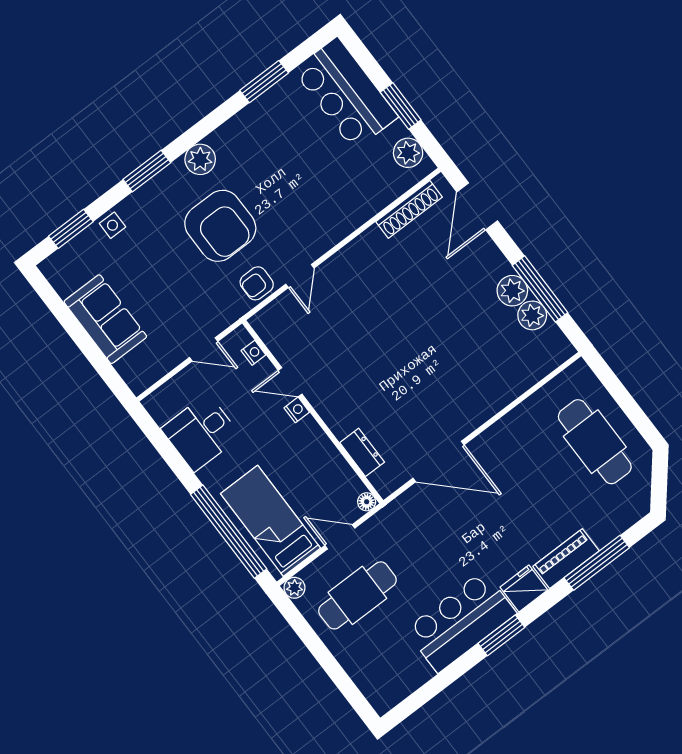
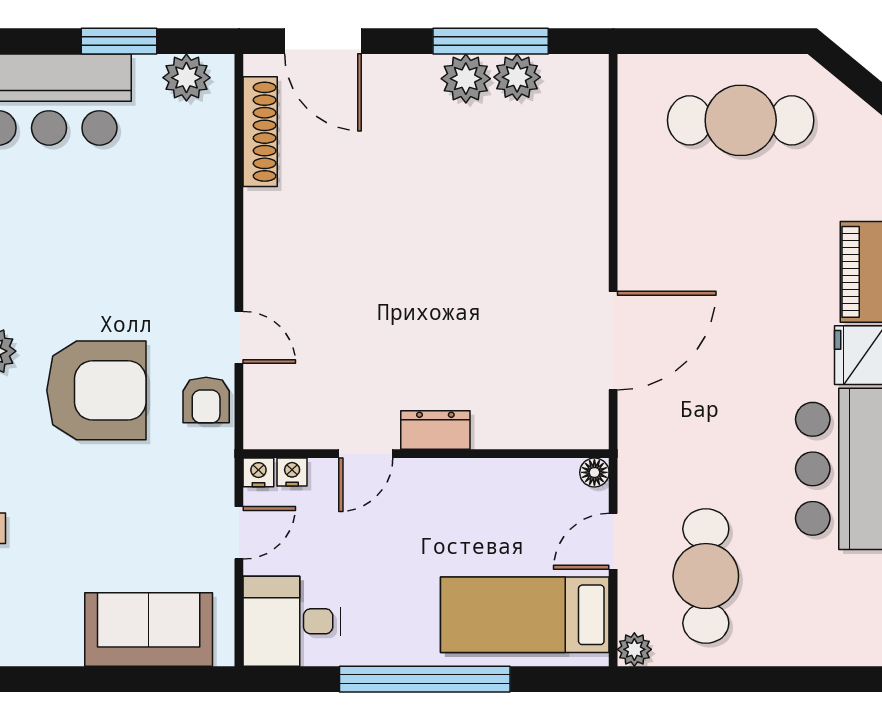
sofa: (105, 319) -> (149, 629), moved
nightstand: (297, 410) -> (258, 472), moved
desk: (201, 433) -> (292, 621), moved, turned 90
dresser: (362, 452) -> (435, 430), moved
window: (229, 532) -> (425, 679), moved

